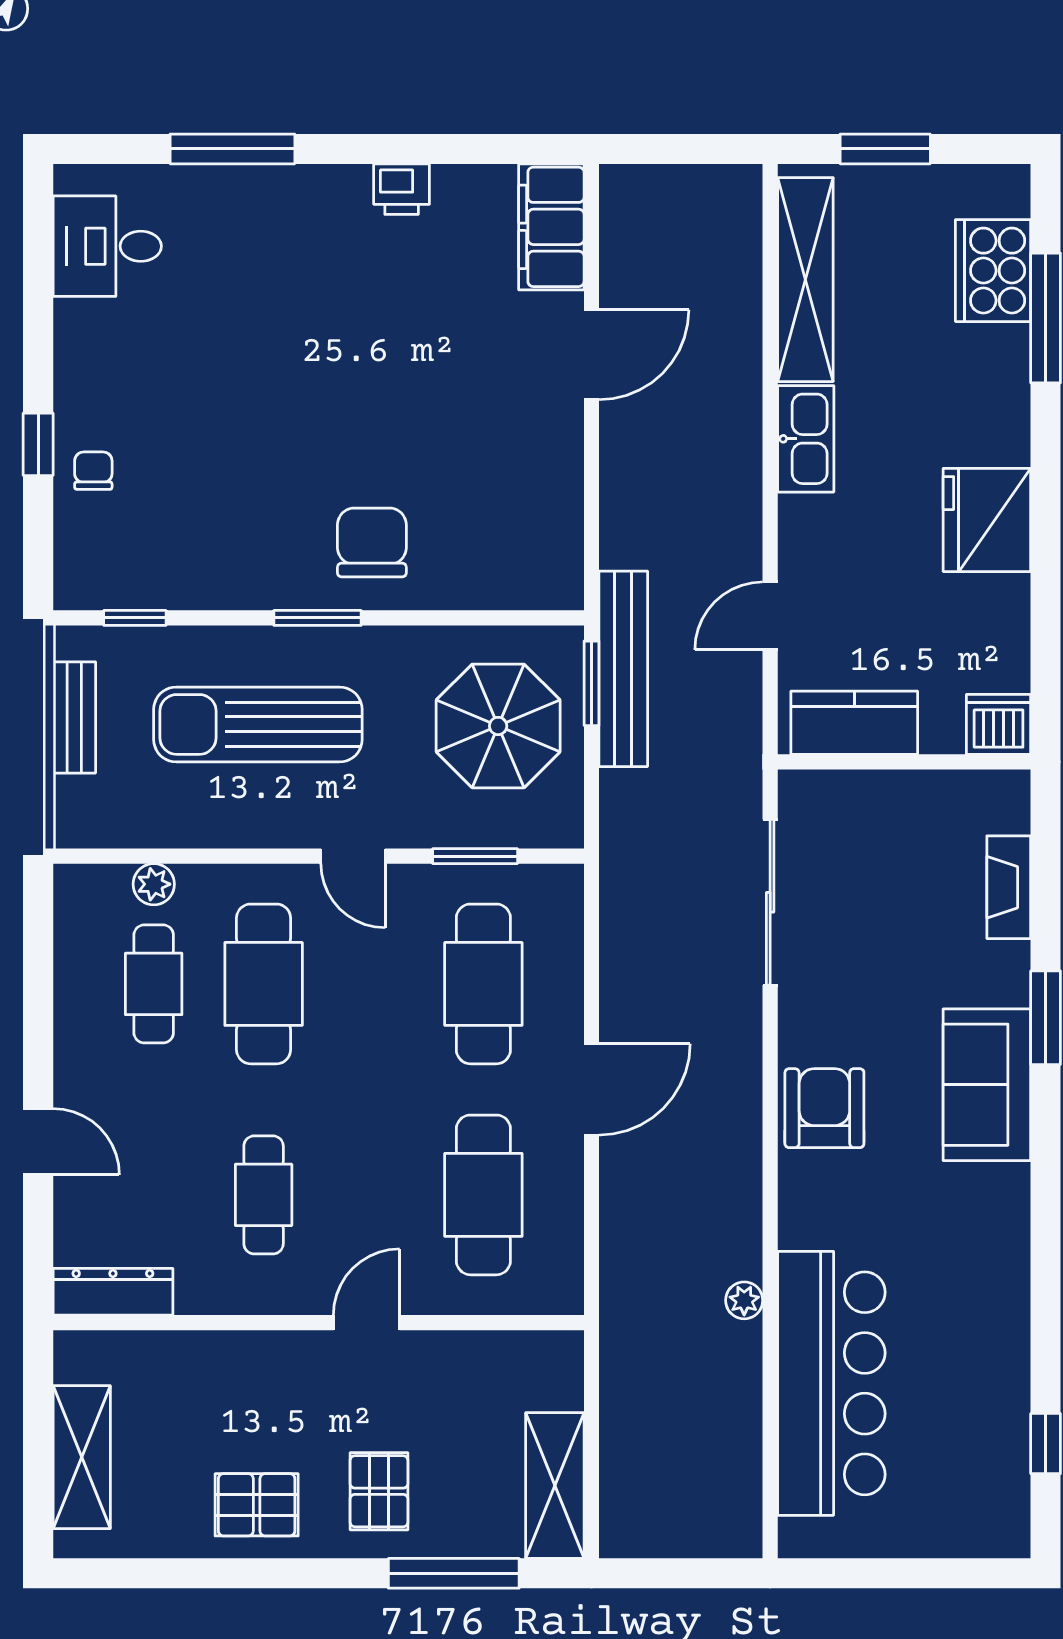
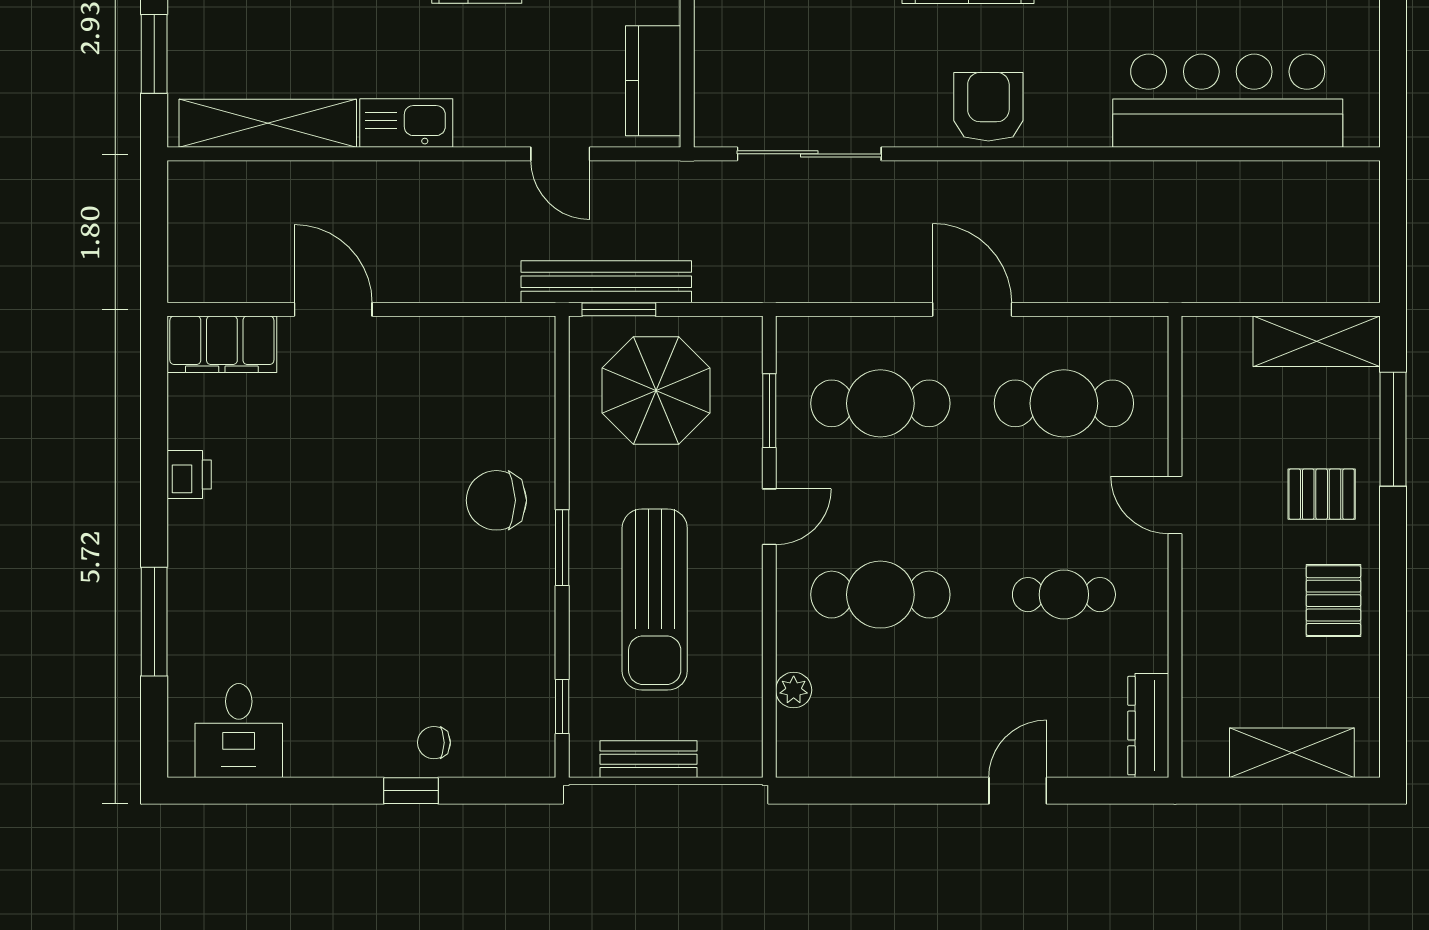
cafe table: (154, 984) -> (880, 690), removed
armchair: (824, 1108) -> (988, 107), turned 90
plant: (744, 1300) -> (1156, 177), removed

